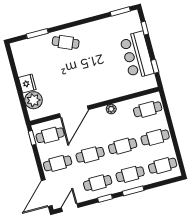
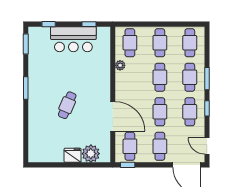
window: (37, 34) -> (26, 88), moved
cafe table: (66, 42) -> (67, 105), moved
plant: (111, 109) -> (120, 65), moved

